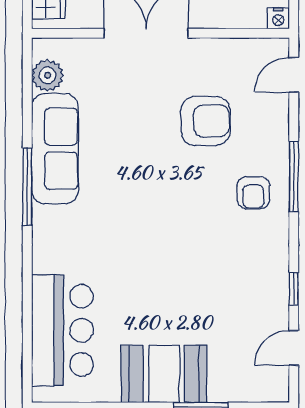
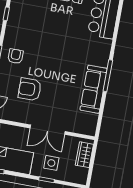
plant: (48, 75) -> (91, 120), removed

